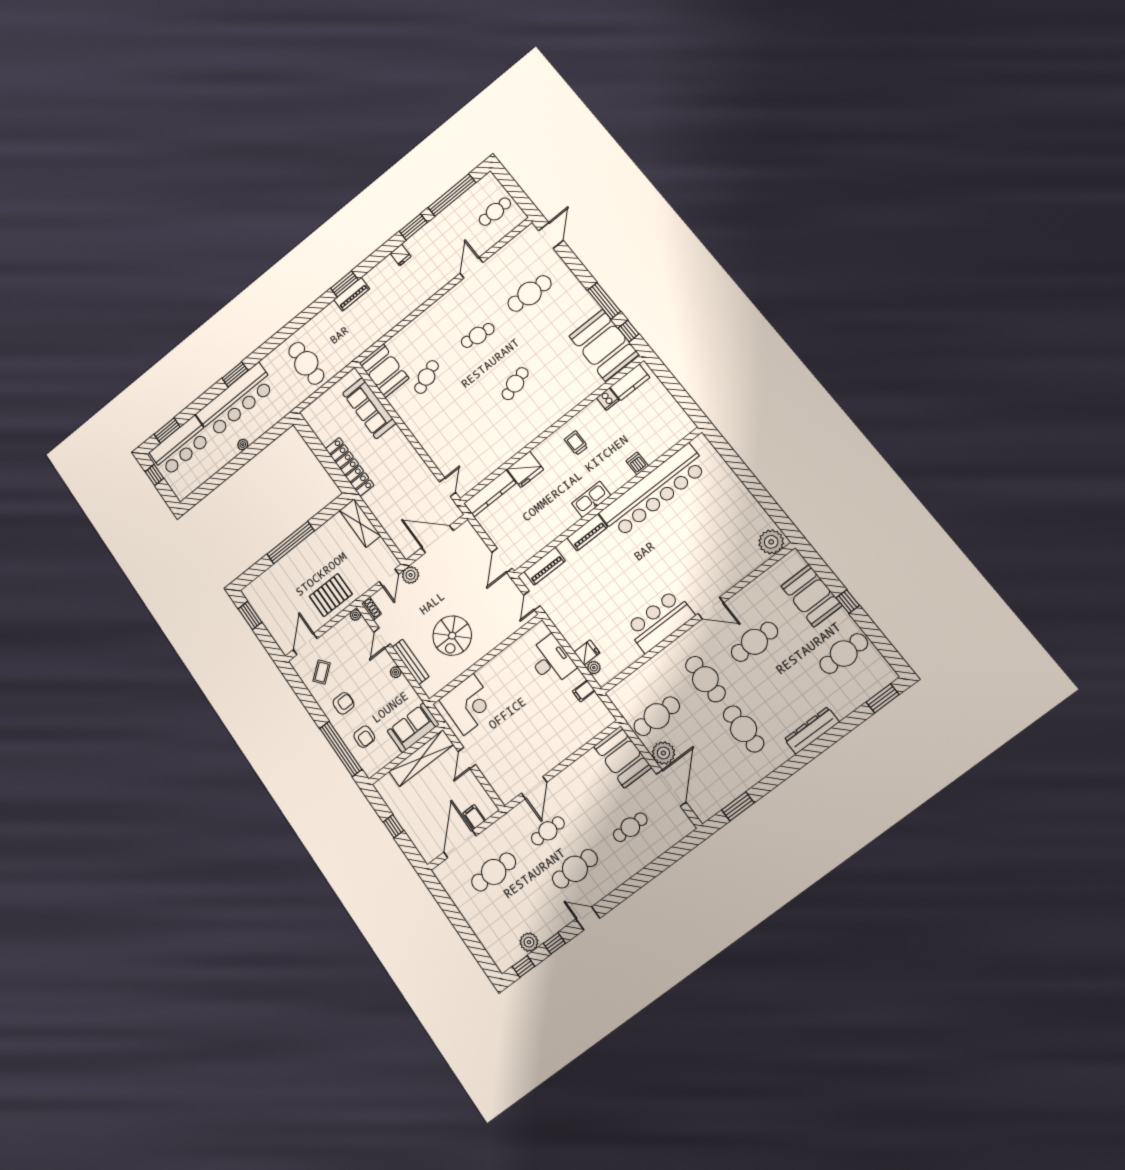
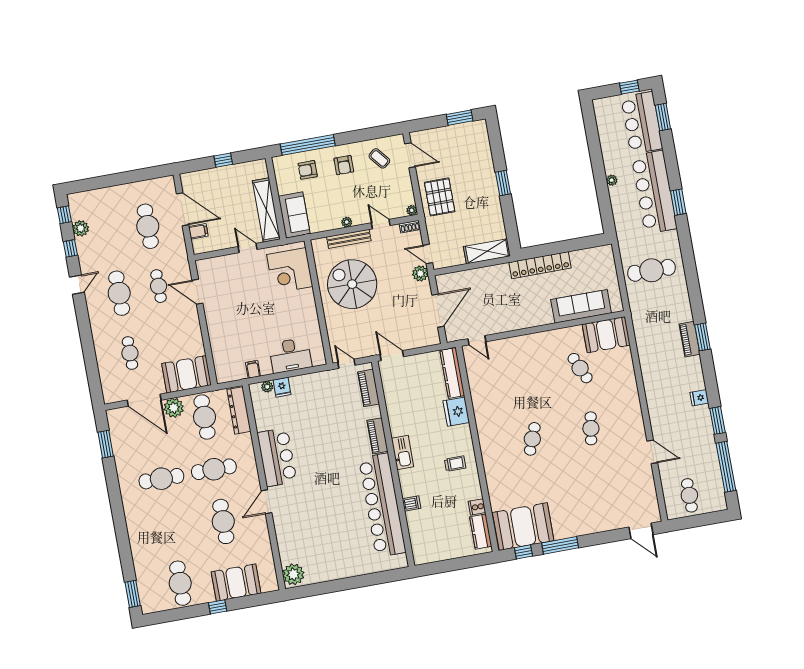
cafe table: (529, 293) -> (602, 489), removed
cafe table: (515, 384) -> (532, 439), turned 39
window: (291, 542) -> (503, 183), width x0.47
spiral stairs: (452, 636) -> (352, 284), width x1.37, depth x1.37
dresser: (812, 730) -> (239, 410), moved, turned 180

